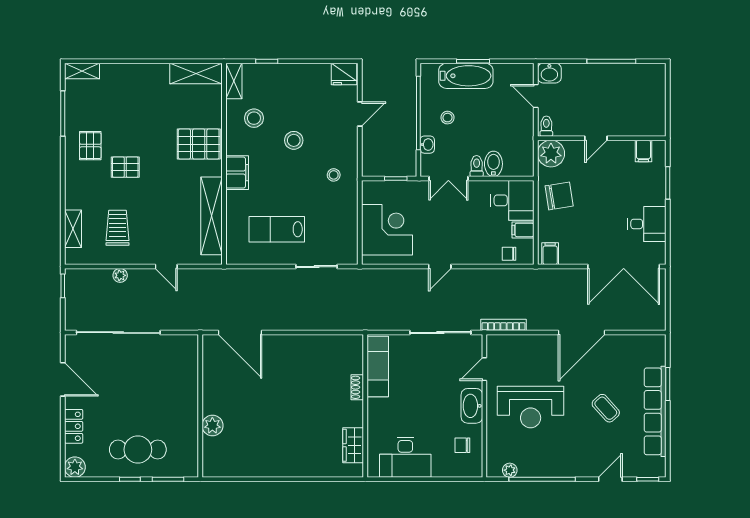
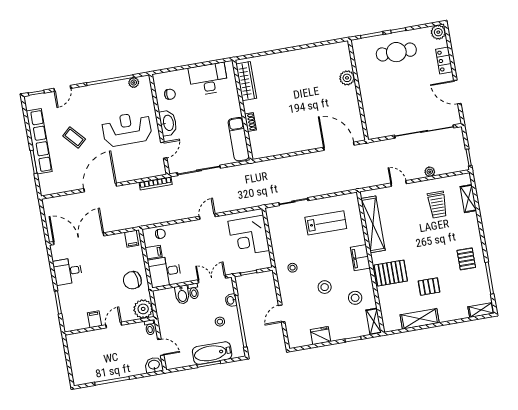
shelving: (196, 74) -> (420, 319), moved
fridge: (344, 74) -> (321, 336), moved
filing cabinet: (643, 151) -> (94, 319), moved
pallet: (125, 167) -> (429, 287), moved
wardrobe: (353, 445) -> (246, 81), width x1.50

